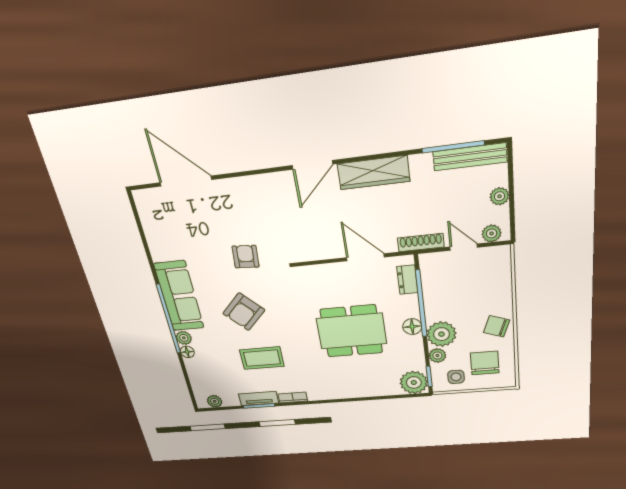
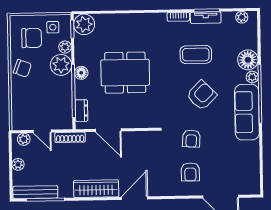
armchair: (237, 212) -> (190, 172), added
floor lamp: (187, 352) -> (248, 60), width x1.89, depth x1.89
chair: (485, 363) -> (32, 38), turned -90

